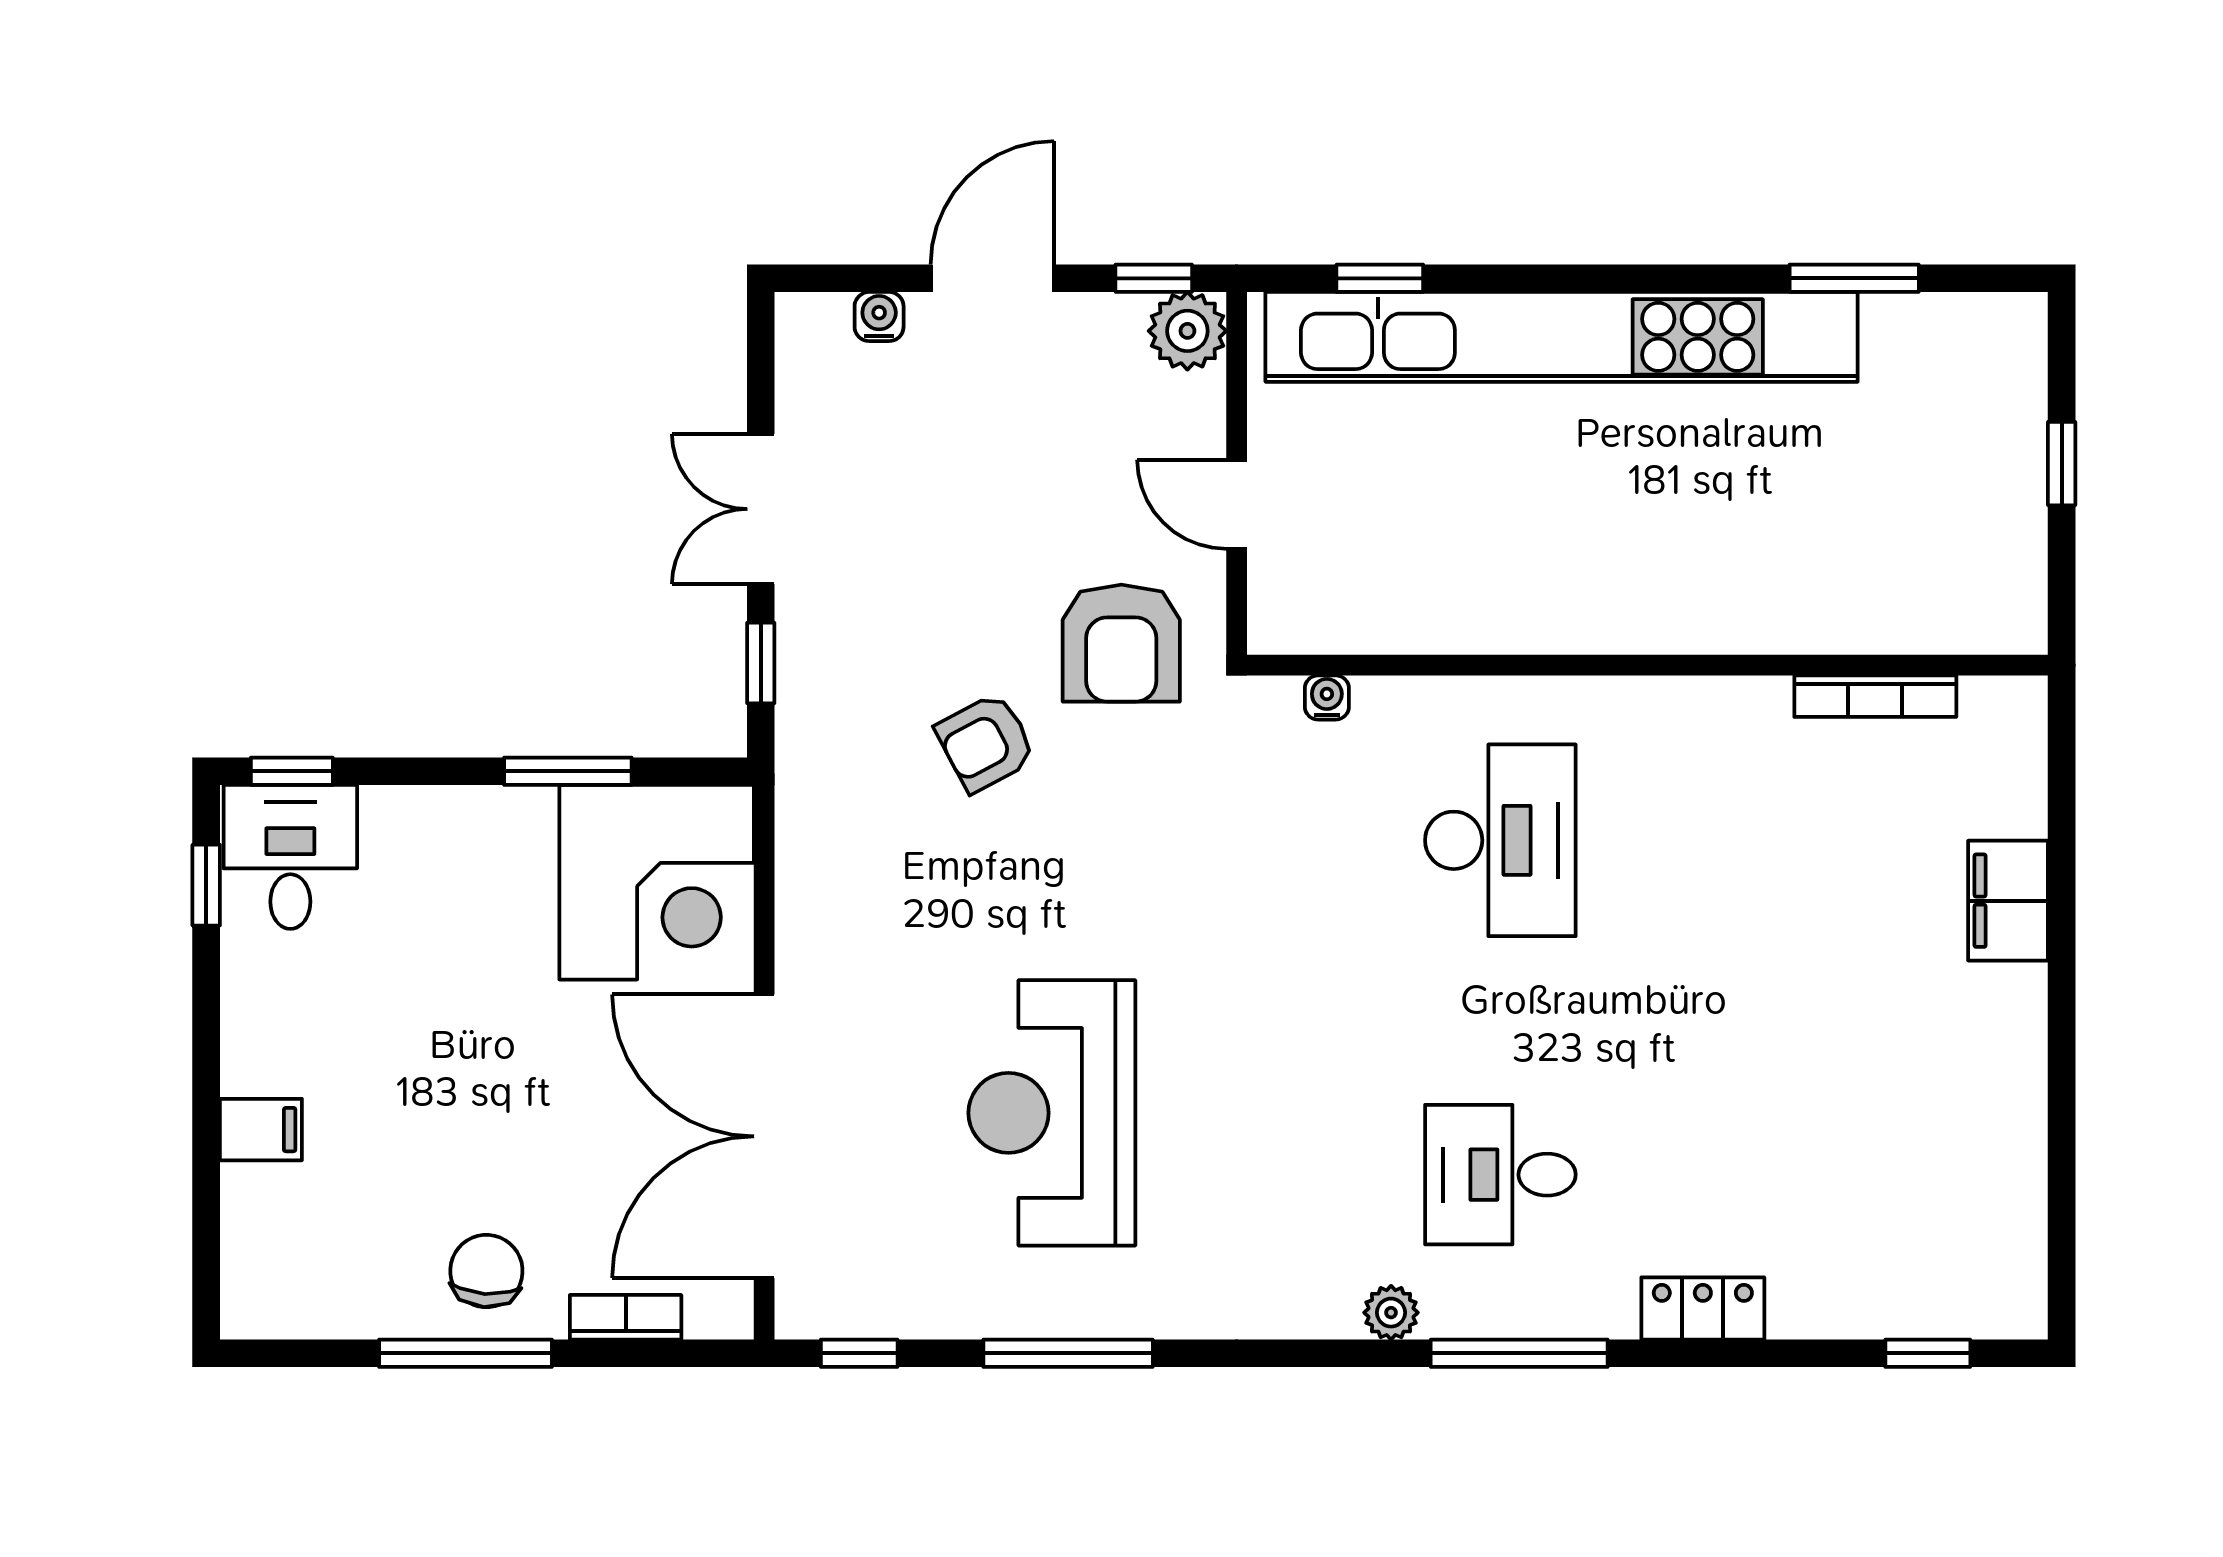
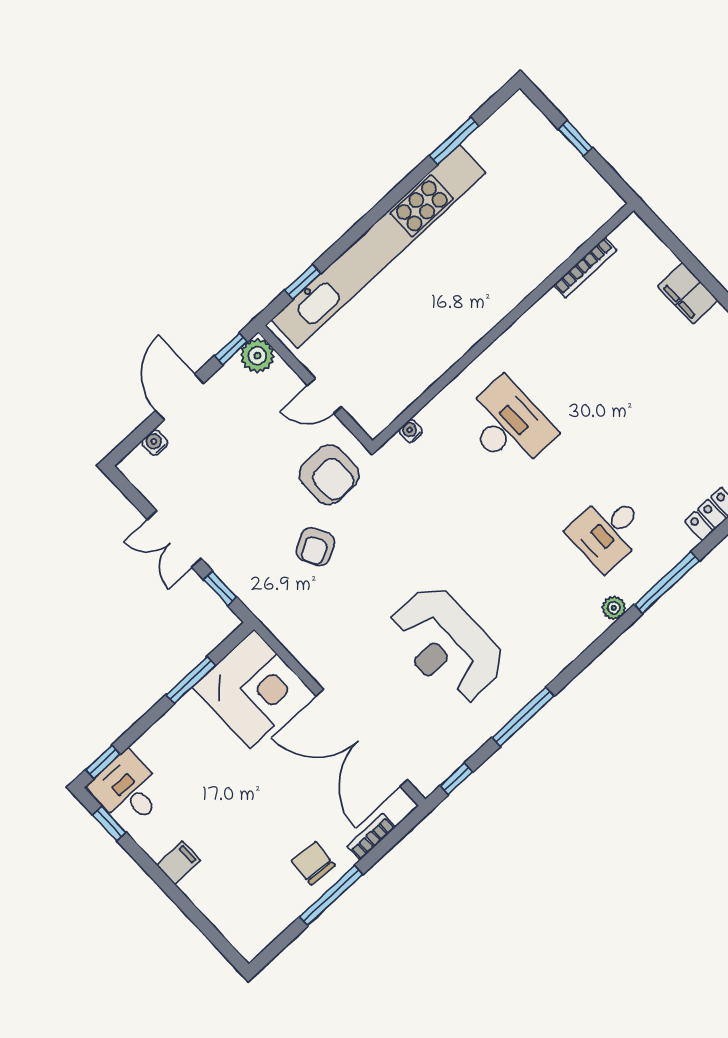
filing cabinet: (261, 1130) -> (178, 863), moved

